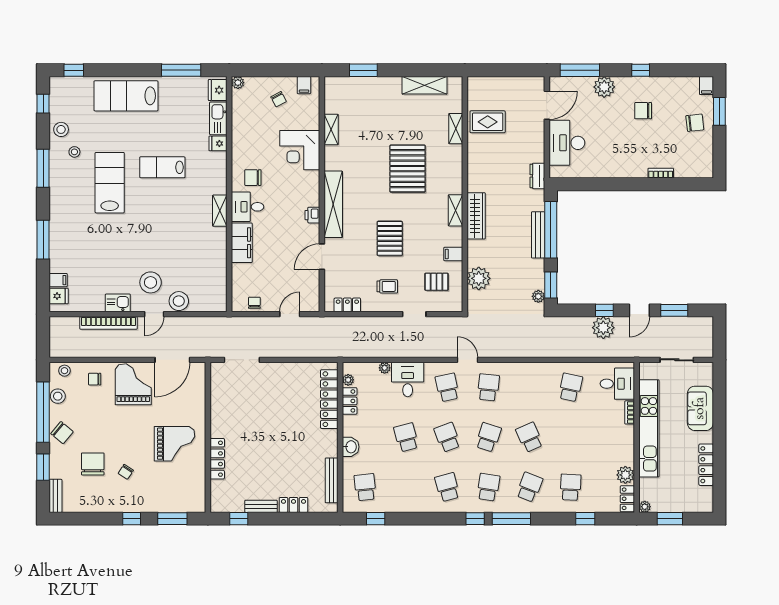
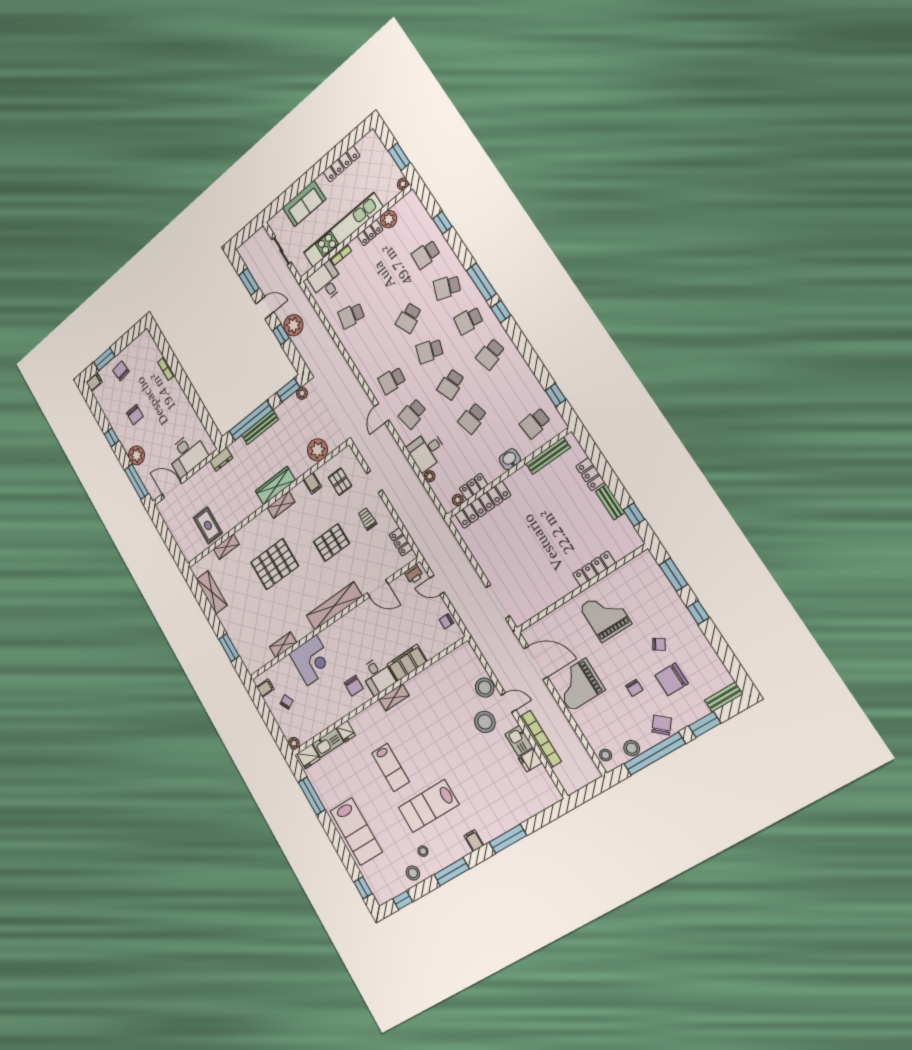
printer: (312, 215) -> (414, 574), moved
filing cabinet: (58, 280) -> (474, 841), moved
fridge: (59, 296) -> (530, 760), moved, turned -90
chair: (95, 379) -> (634, 688), moved
locker: (627, 499) -> (370, 233), moved

